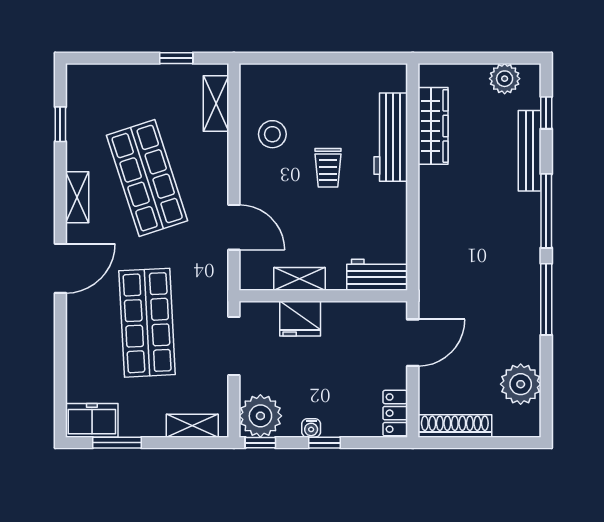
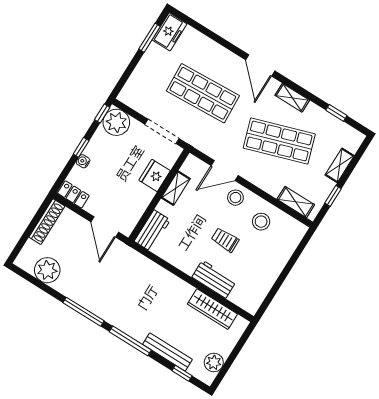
workbench: (391, 137) -> (214, 279), width x0.73
stool: (261, 190) -> (235, 198), added
shelving: (192, 426) -> (340, 165), moved
water cooler: (311, 428) -> (83, 161), moved

